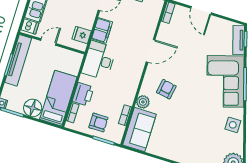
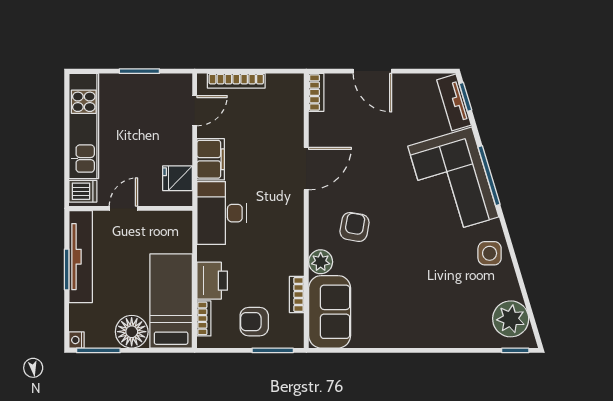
armchair: (98, 122) -> (254, 322), turned 180

